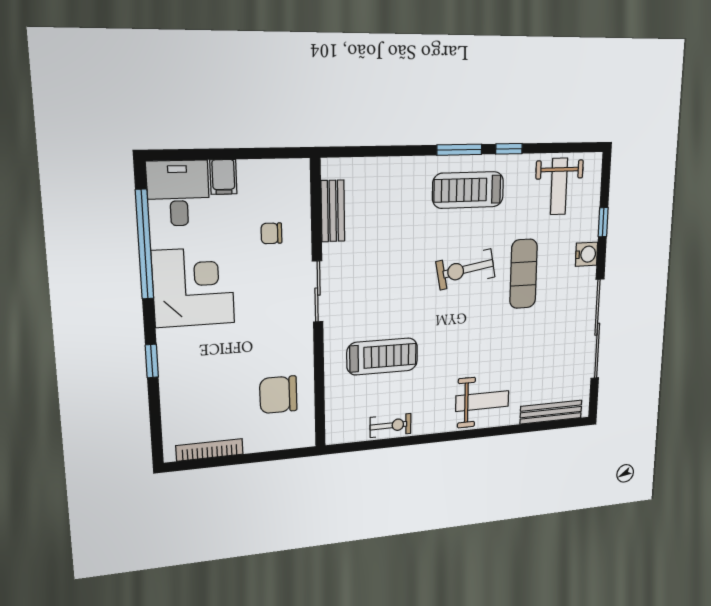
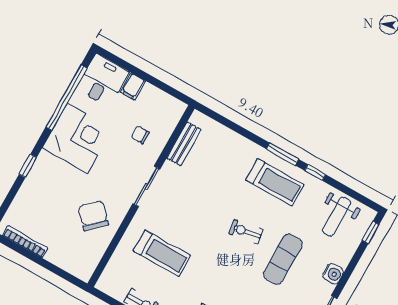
treadmill: (468, 190) -> (275, 182), turned 180
window: (603, 222) -> (371, 232), moved
exercise bike: (466, 269) -> (246, 232), width x0.73, depth x0.72
chair: (278, 395) -> (93, 216), moved, turned 47

